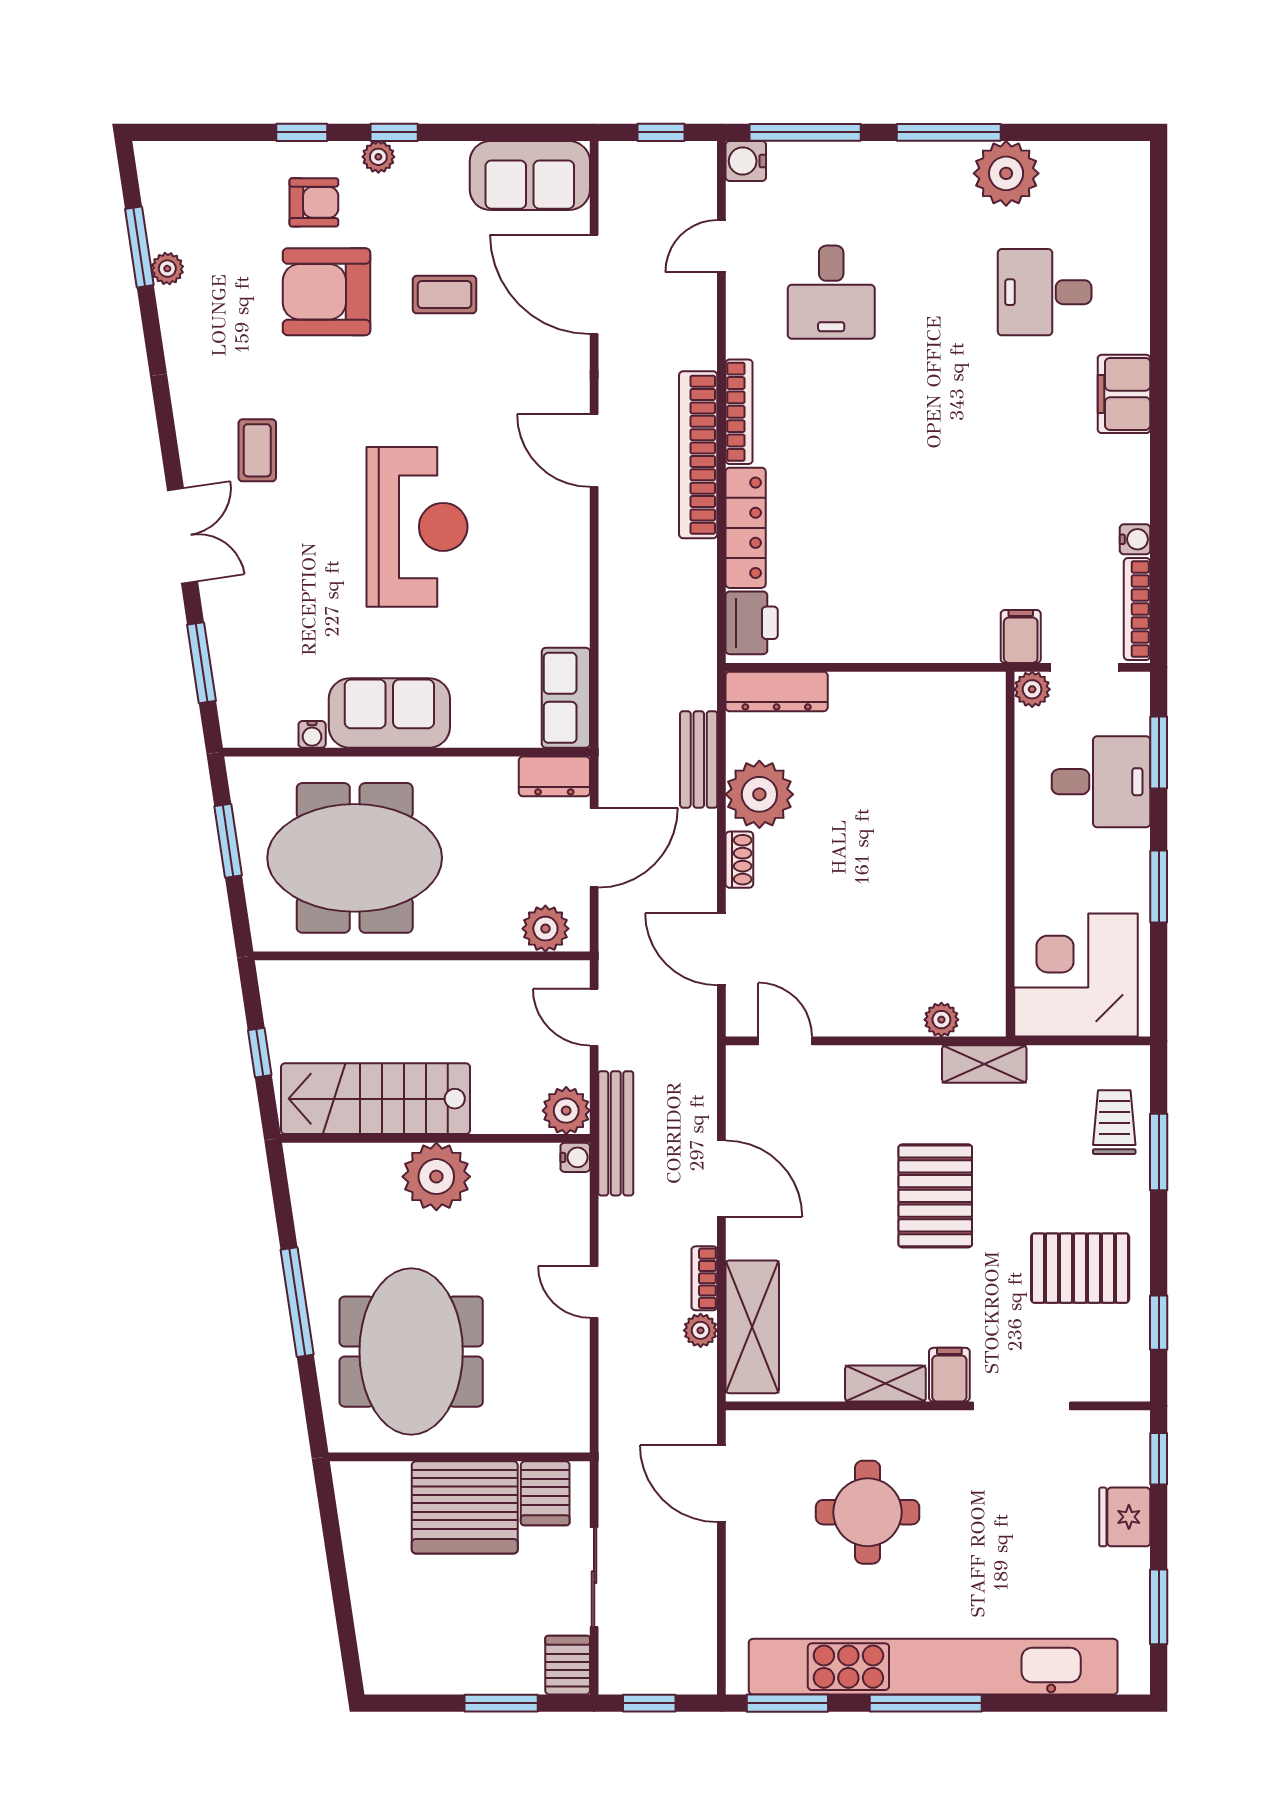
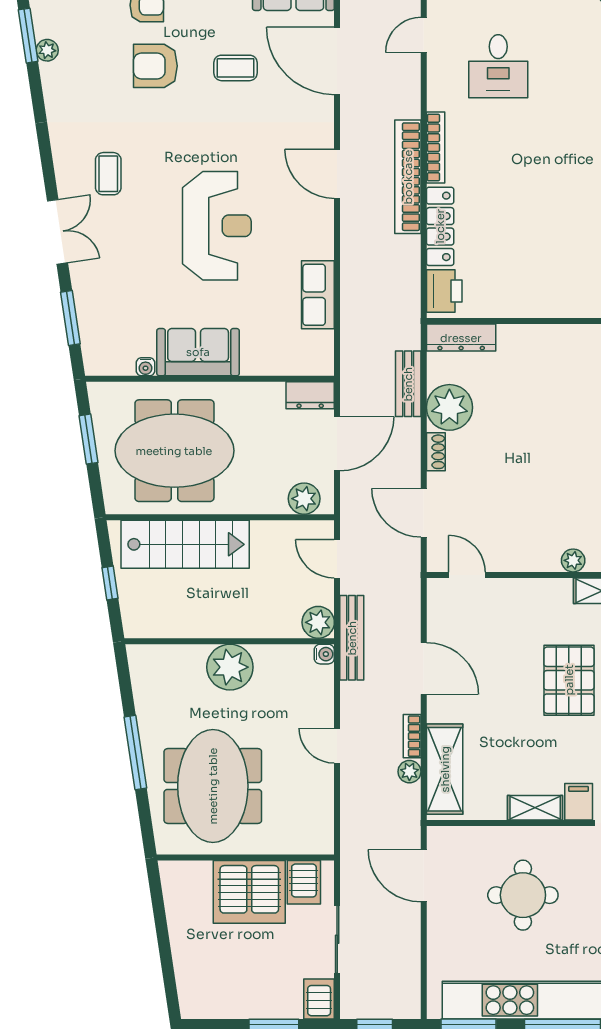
armchair: (327, 292) -> (155, 66), width x0.73, depth x0.73
row of seats: (566, 698) -> (318, 295), moved
stairs: (375, 1099) -> (185, 544), moved, turned 180

